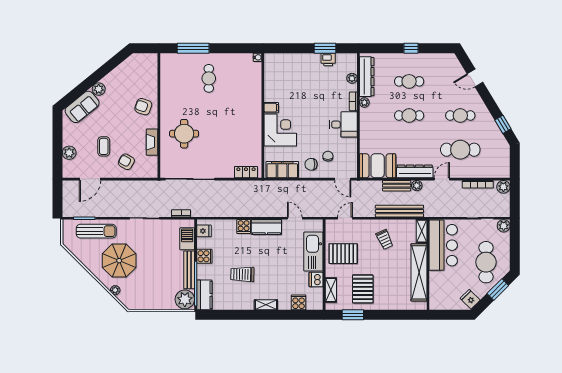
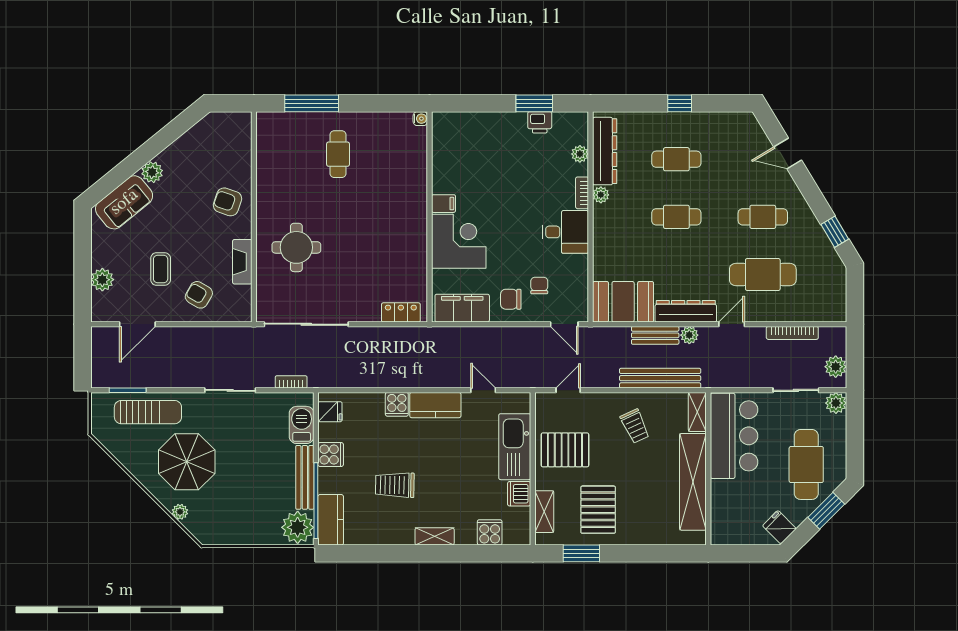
plant: (503, 187) -> (836, 367), moved

